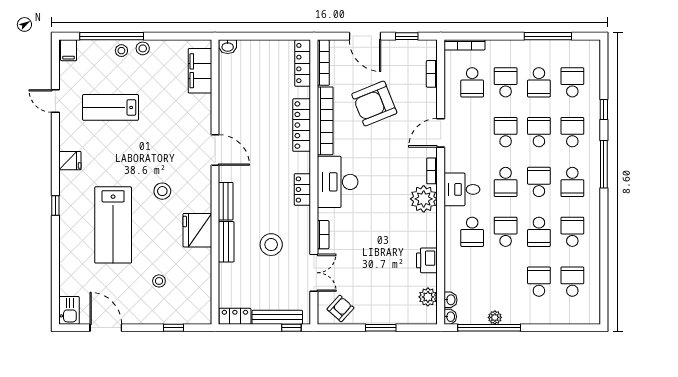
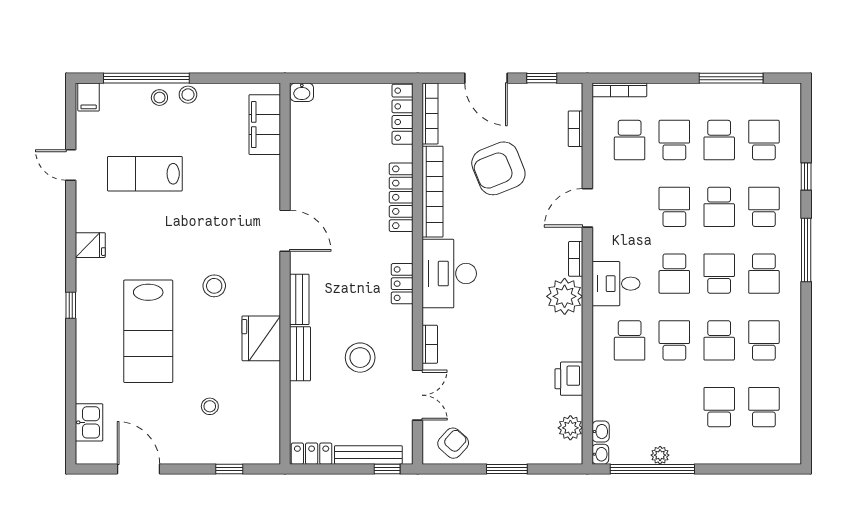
school desk: (539, 132) -> (719, 207), turned 180
kitchen sink: (69, 310) -> (89, 422), moved

